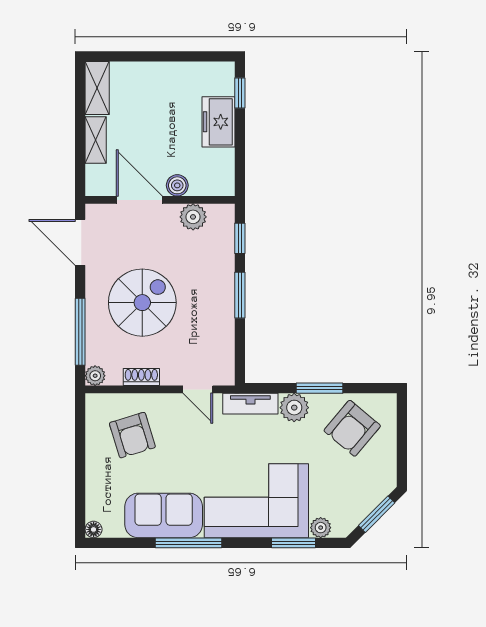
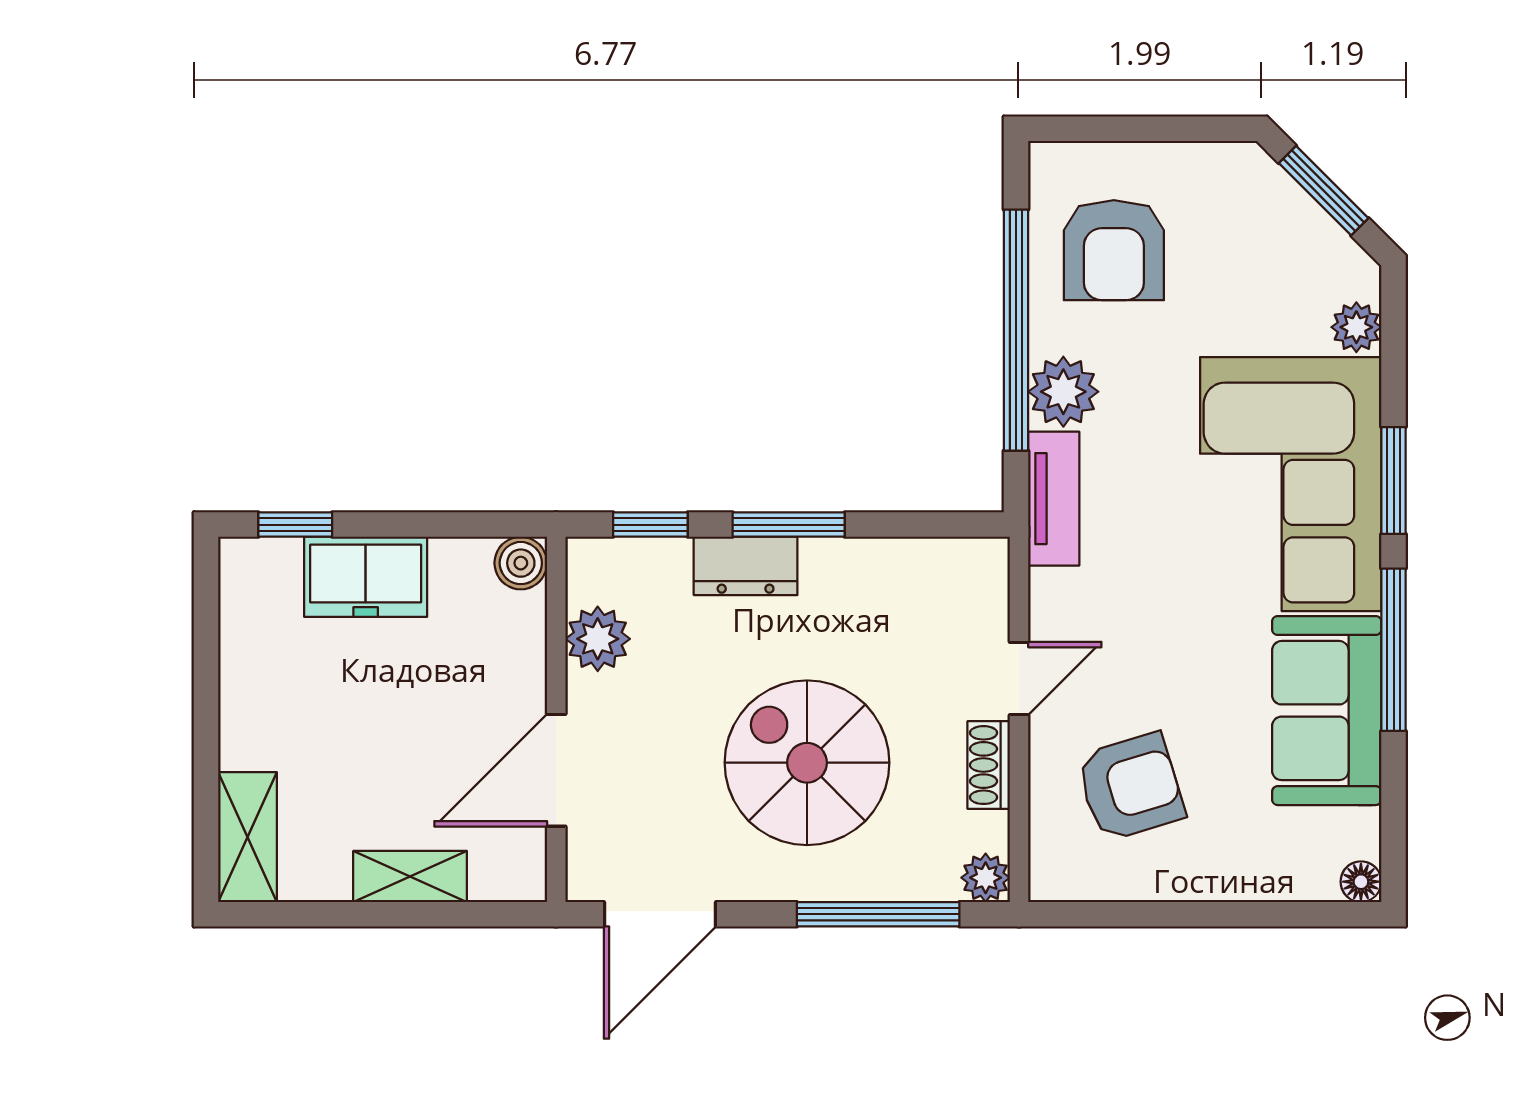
shelving: (97, 88) -> (248, 837), moved, turned 90
boiler: (177, 185) -> (521, 563), moved
dresser: (223, 277) -> (746, 566), added
window: (319, 388) -> (1016, 330), width x2.11
door: (198, 389) -> (1019, 678), moved
armchair: (352, 428) -> (1114, 250), turned 50
window: (293, 543) -> (1394, 480), moved

